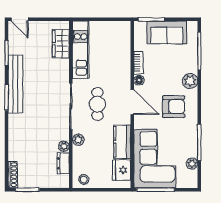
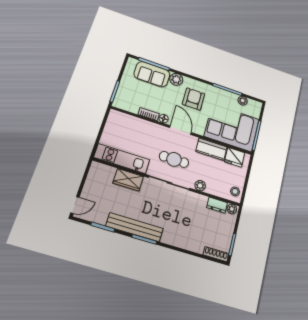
sofa: (167, 32) -> (152, 74), moved, turned 90
wardrobe: (61, 44) -> (128, 180), moved
door: (132, 102) -> (180, 130), hinge flipped
plant: (64, 146) -> (232, 209), moved

